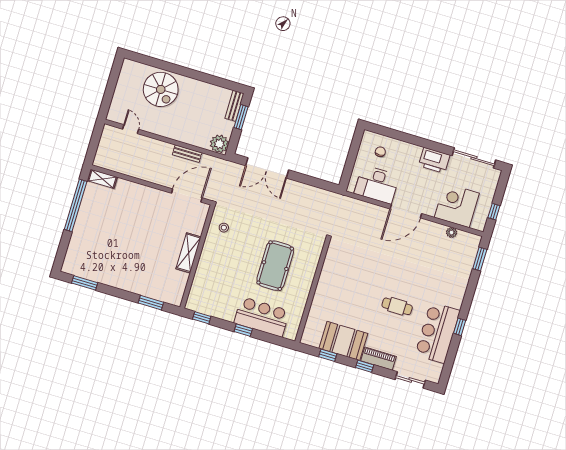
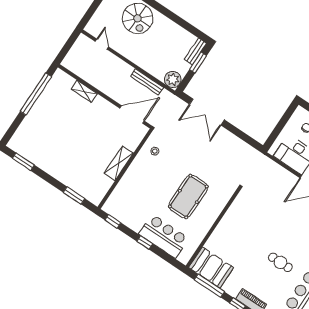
bench: (187, 154) -> (147, 82), width x1.36
shelving: (102, 179) -> (84, 91), moved
booth: (343, 341) -> (211, 268), moved
window: (328, 355) -> (209, 286), width x2.17

